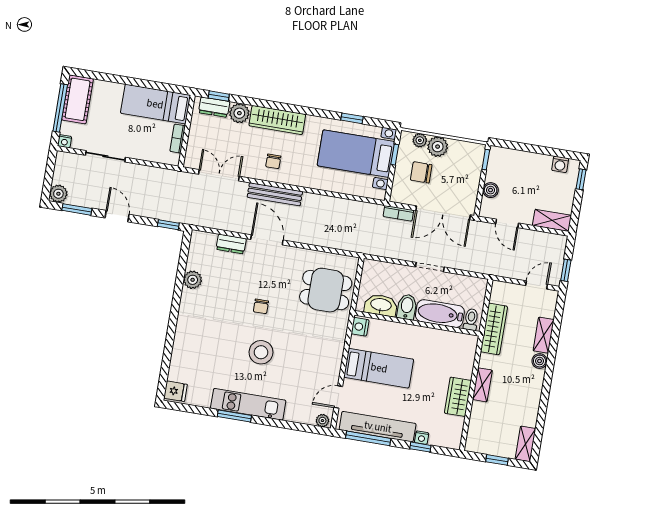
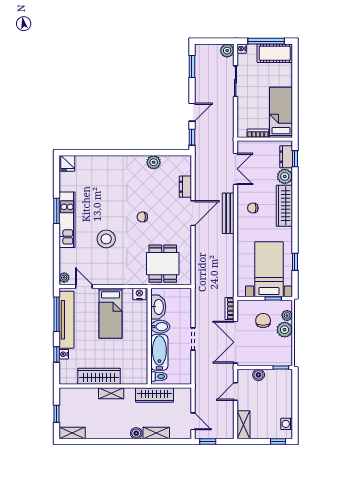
plant: (58, 194) -> (227, 51), moved
door: (117, 216) -> (192, 112), moved
stool: (261, 352) -> (106, 239), moved
wardrobe: (458, 397) -> (99, 376), width x1.50

